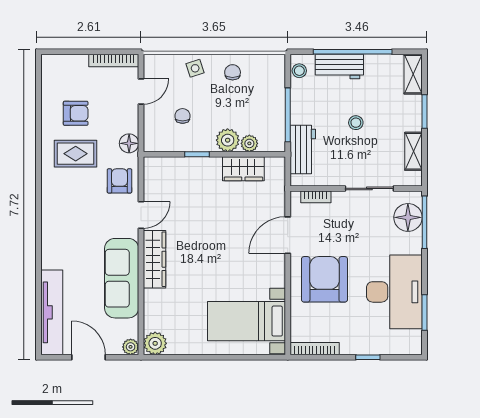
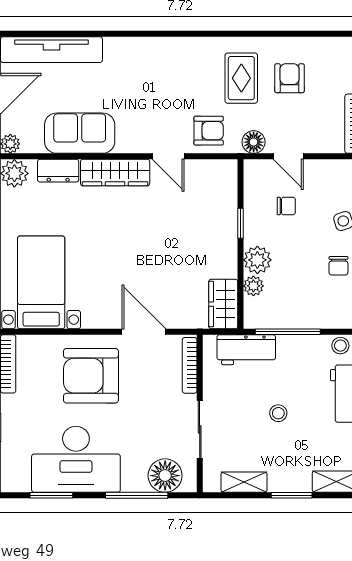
chair: (233, 72) -> (338, 266), turned 90
door: (141, 92) -> (288, 156), moved
armchair: (76, 113) -> (289, 78), turned 180
wardrobe: (243, 169) -> (223, 304), moved
bookcase: (316, 197) -> (190, 365), width x1.56
window: (424, 222) -> (137, 495), moved
sofa: (122, 278) -> (80, 133), width x0.73
armchair: (324, 279) -> (91, 376), turned 180
dresser: (153, 307) -> (58, 171), added

